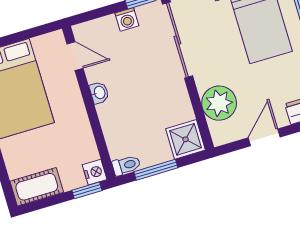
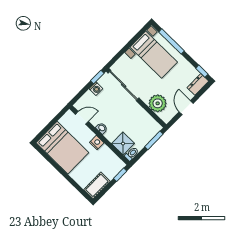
shower: (186, 139) -> (123, 144), moved
window: (156, 170) -> (154, 140), moved
nightstand: (95, 172) -> (97, 143), moved

